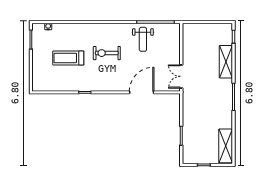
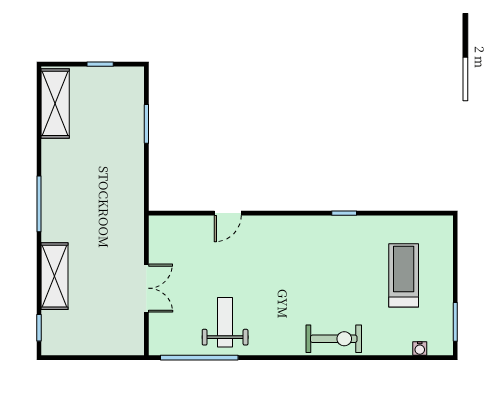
exercise bike: (107, 53) -> (334, 339), moved
treadmill: (68, 58) -> (404, 275), moved, turned -90
double door: (181, 76) -> (146, 288), moved
door: (142, 92) -> (228, 213), width x0.53

